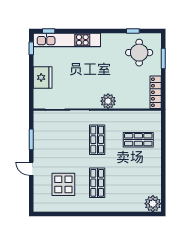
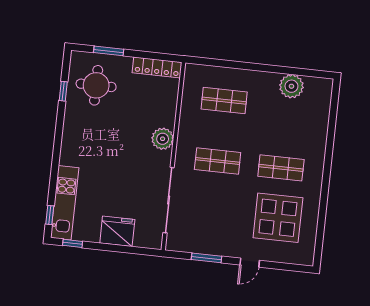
kitchen unit: (67, 40) -> (65, 203), width x0.73
shop shelf: (138, 140) -> (224, 101), turned 90
display table: (63, 184) -> (278, 218), width x1.36, depth x1.36
plant: (153, 204) -> (291, 86), moved

